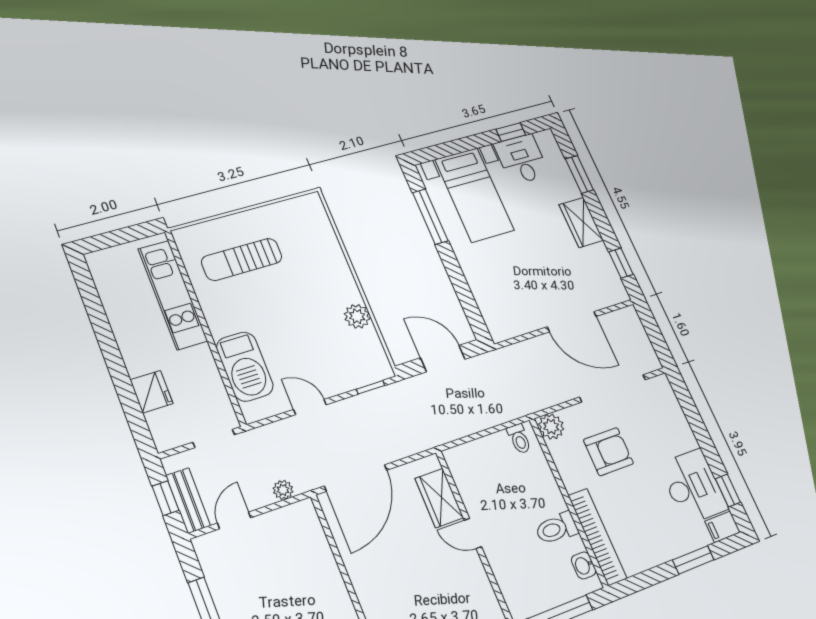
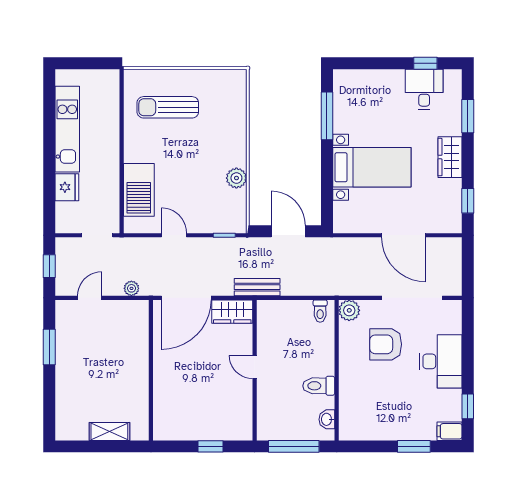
bed with nightstands: (474, 195) -> (372, 167), moved, turned -90
kitchen unit: (173, 295) -> (67, 129), moved, turned 180
armchair: (608, 452) -> (386, 344), turned 180
desk: (693, 487) -> (441, 361), moved
wardrobe: (439, 498) -> (232, 312), moved, turned -90
bench: (188, 501) -> (257, 287), moved, turned 90
bookcase: (597, 537) -> (347, 403), removed

